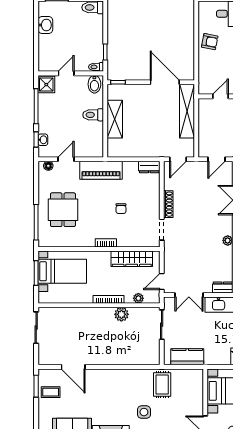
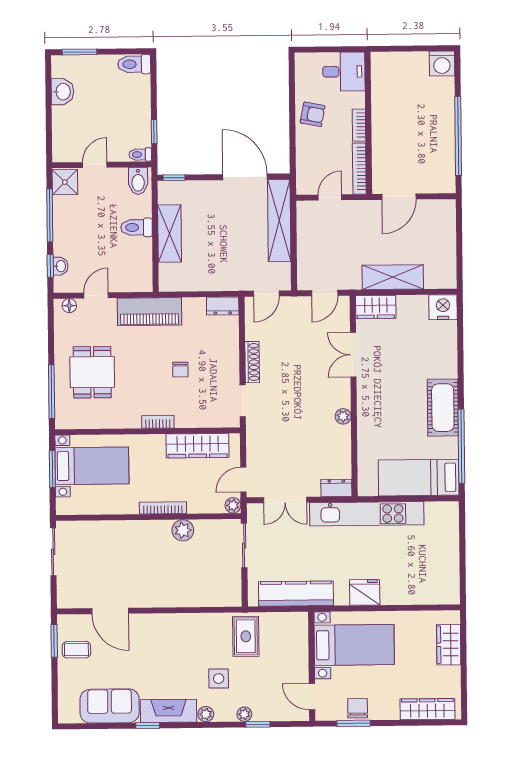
plant: (138, 298) -> (233, 505), moved
kitchen counter: (187, 357) -> (296, 594), width x1.50

